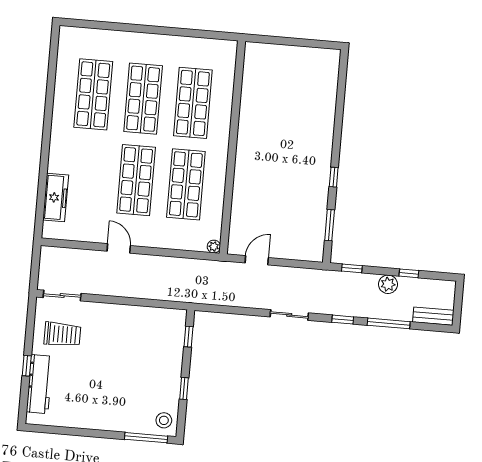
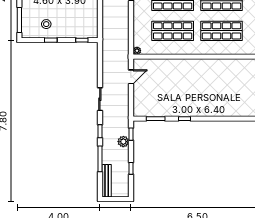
door: (257, 260) -> (131, 77), hinge flipped
plant: (388, 284) -> (123, 142), moved
bench: (433, 316) -> (107, 181), width x1.36
stool: (164, 420) -> (46, 24), moved

